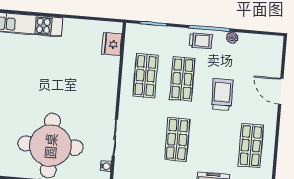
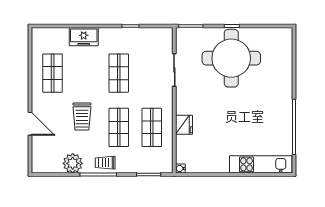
plant: (232, 38) -> (73, 163), width x1.87, depth x1.87
fridge: (112, 44) -> (184, 125), moved
water cooler: (106, 166) -> (180, 169), moved

